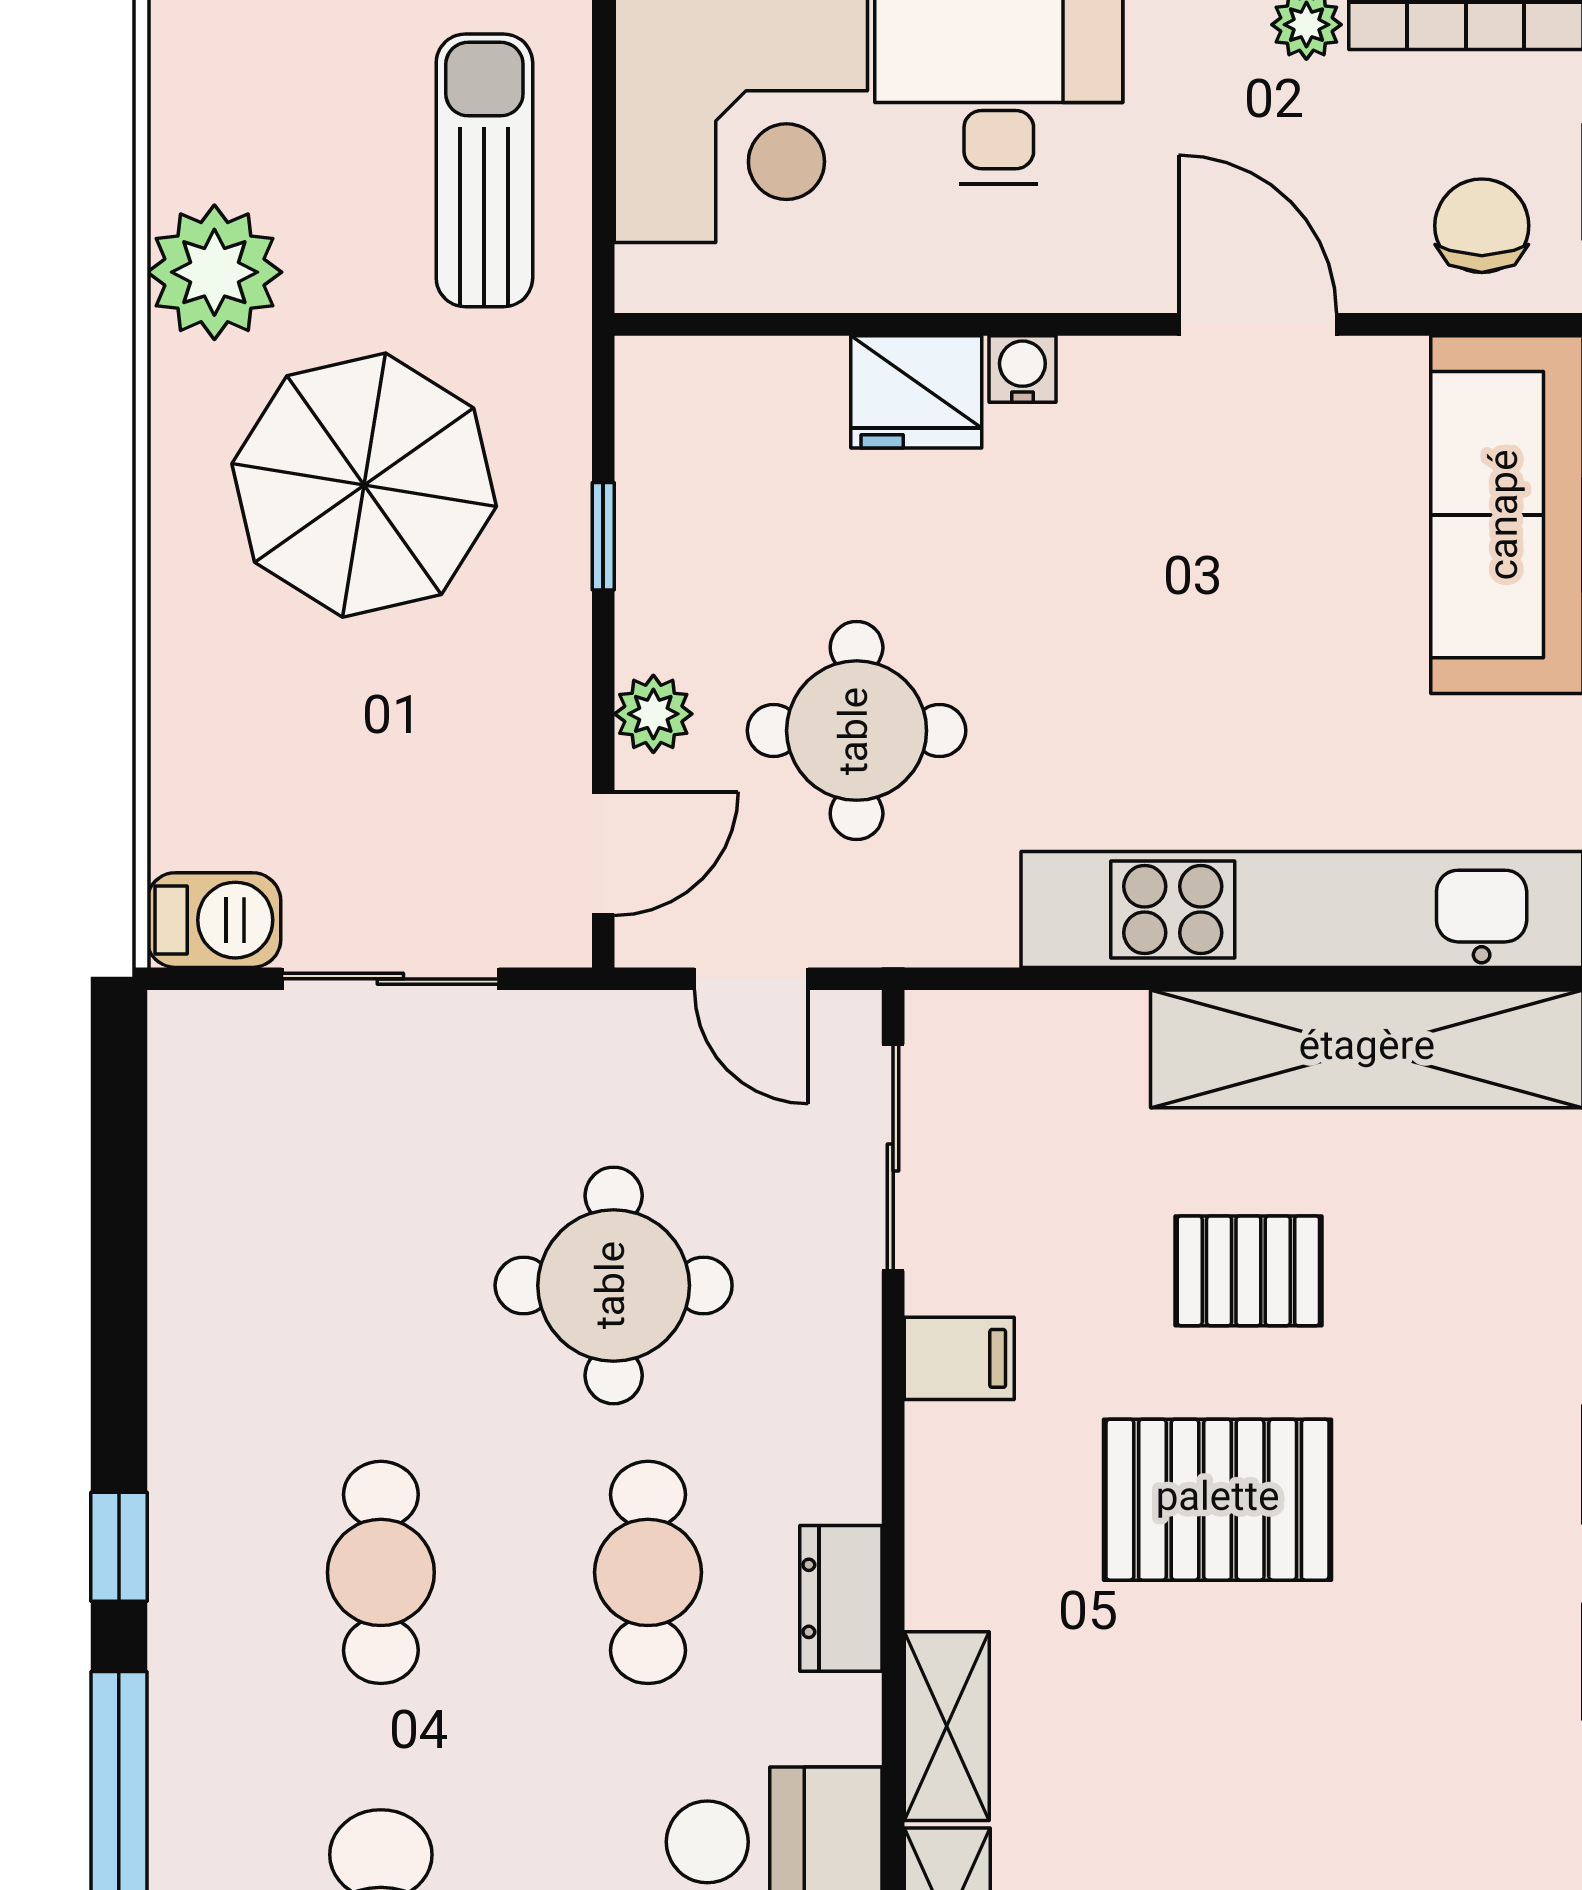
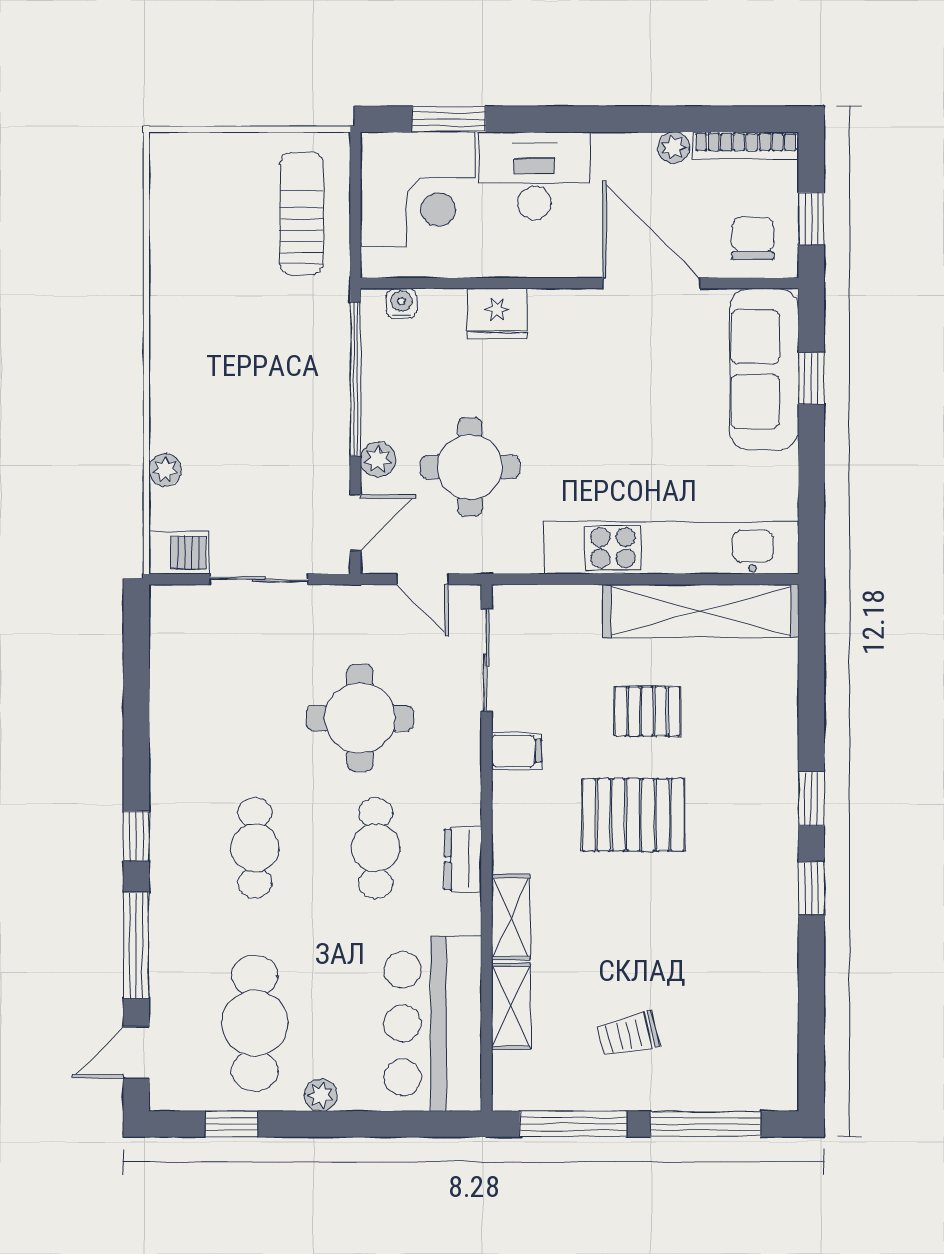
plant: (214, 272) -> (165, 470), moved, width x0.53, depth x0.53
door: (1258, 324) -> (651, 283), width x1.36
water cooler: (1022, 369) -> (401, 303), moved
parasol: (364, 485) -> (247, 356), removed
window: (603, 536) -> (355, 379), width x3.17

